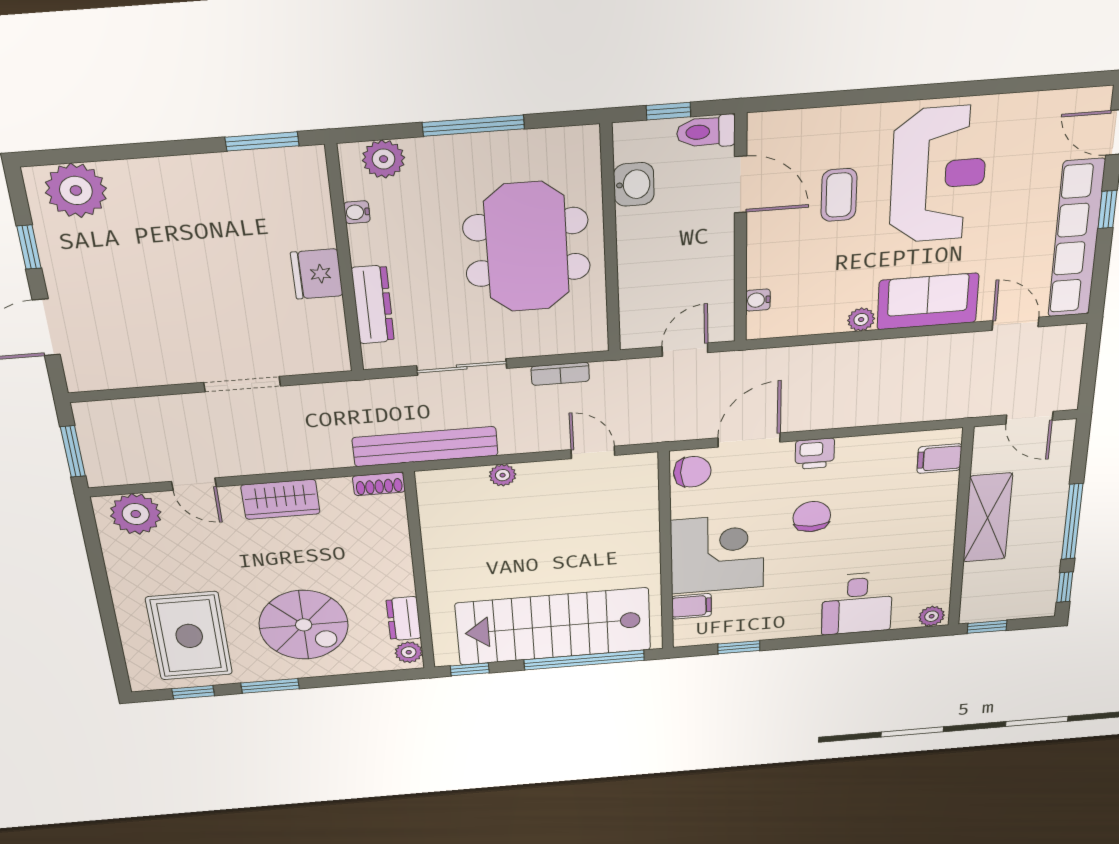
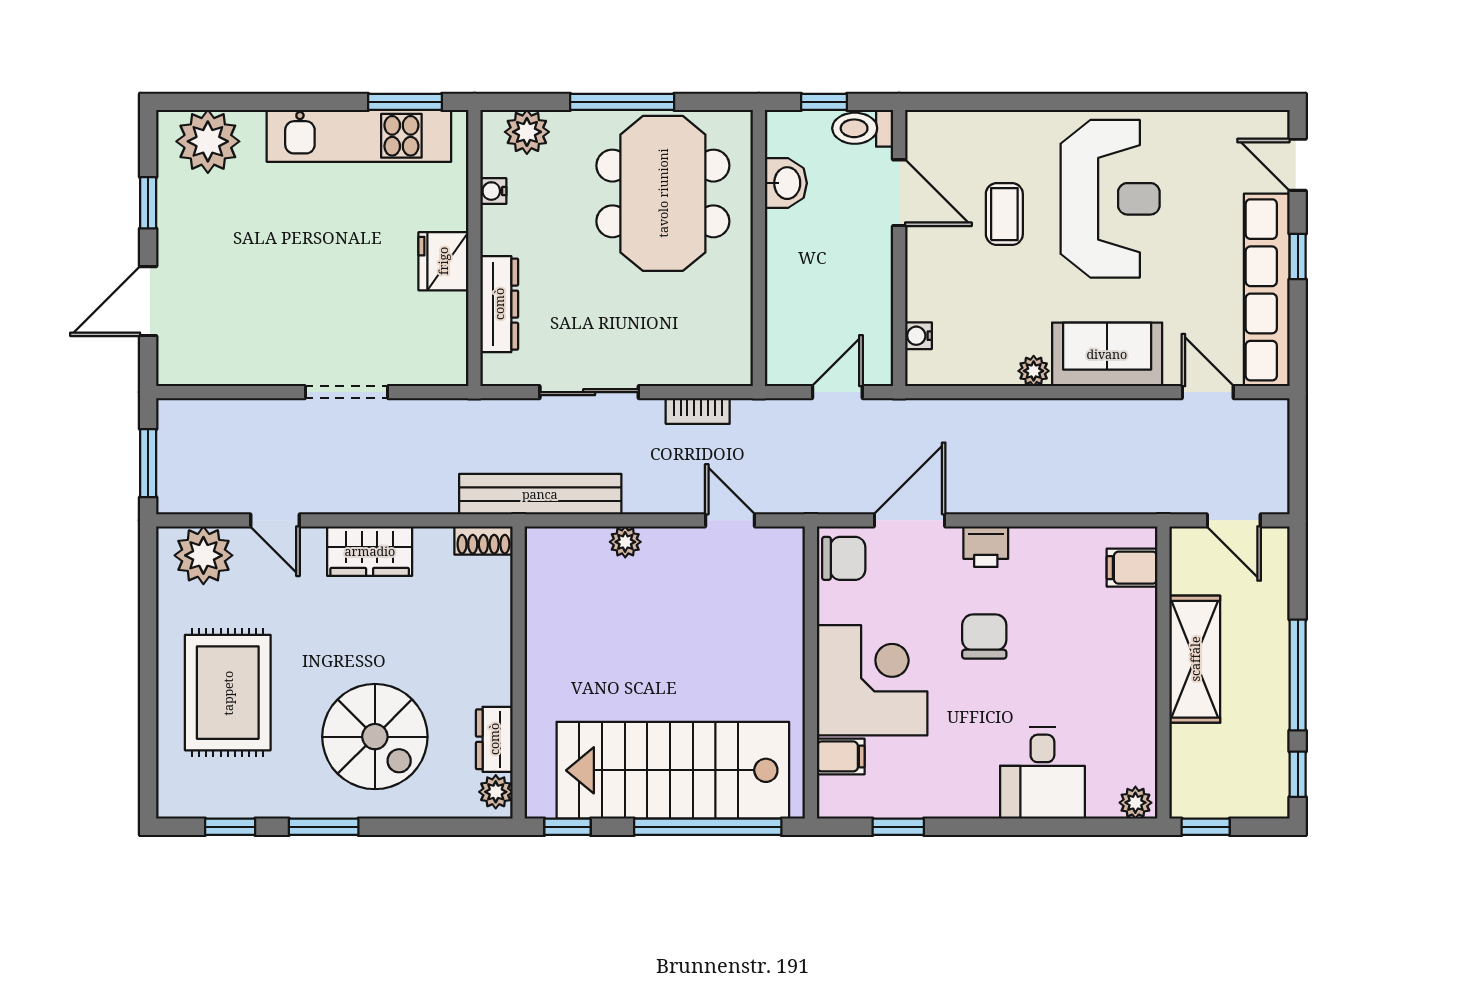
kitchen unit: (222, 175) -> (359, 136), added
meeting table: (527, 247) -> (663, 193), moved
rug: (189, 636) -> (228, 693), moved

